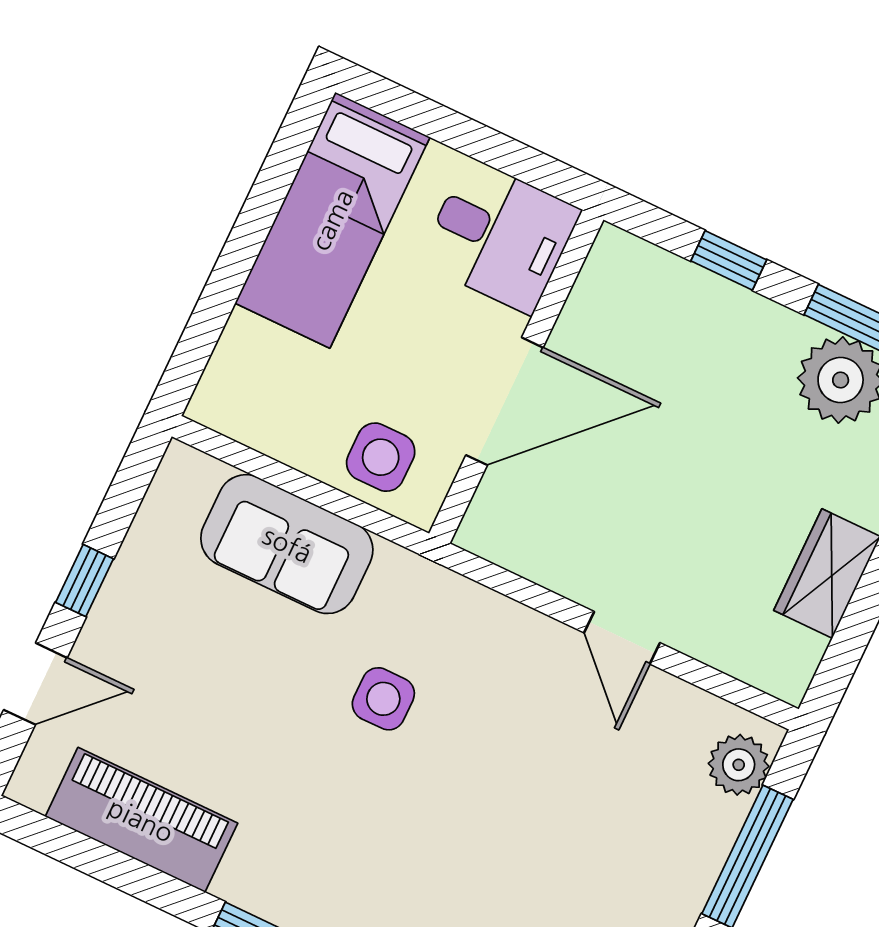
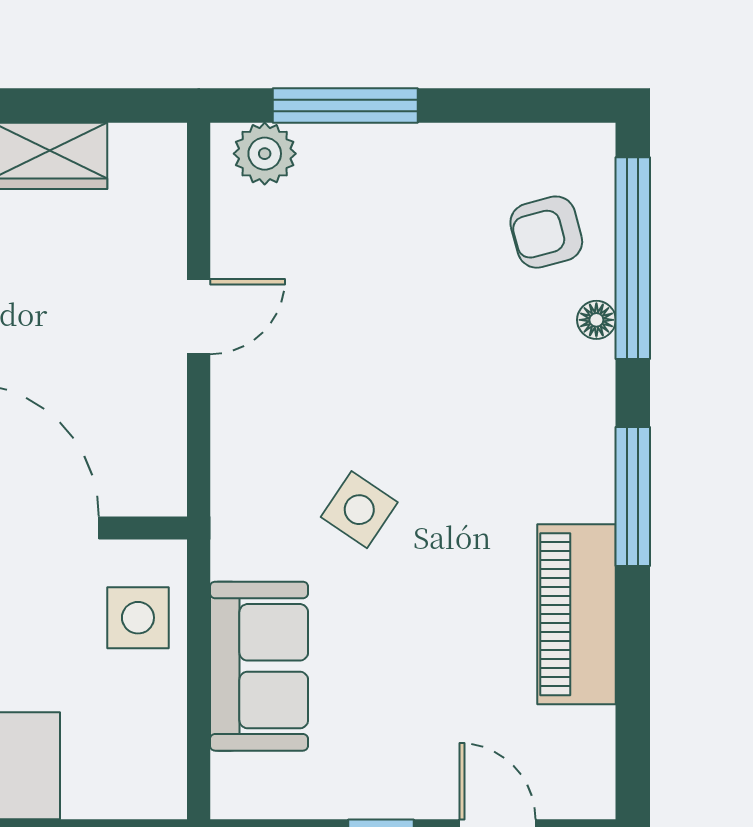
side table: (383, 699) -> (359, 510), turned 34
piano: (141, 820) -> (576, 614), moved

